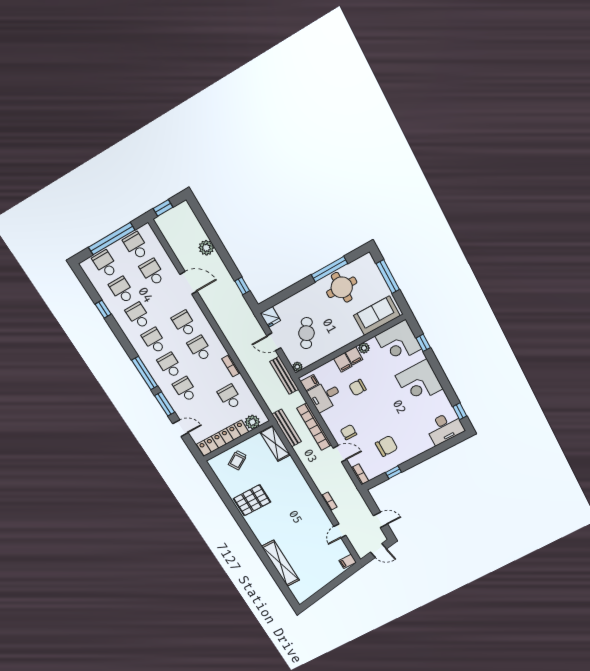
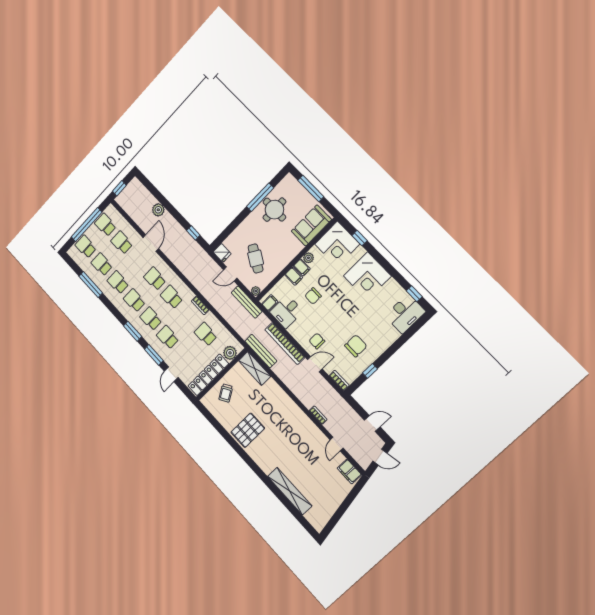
door: (189, 283) -> (151, 243), hinge flipped
window: (103, 309) -> (91, 285), width x2.17
window: (145, 373) -> (133, 331), width x0.69
door: (180, 428) -> (171, 374), swing flipped
filing cabinet: (348, 561) -> (349, 471), width x2.00

